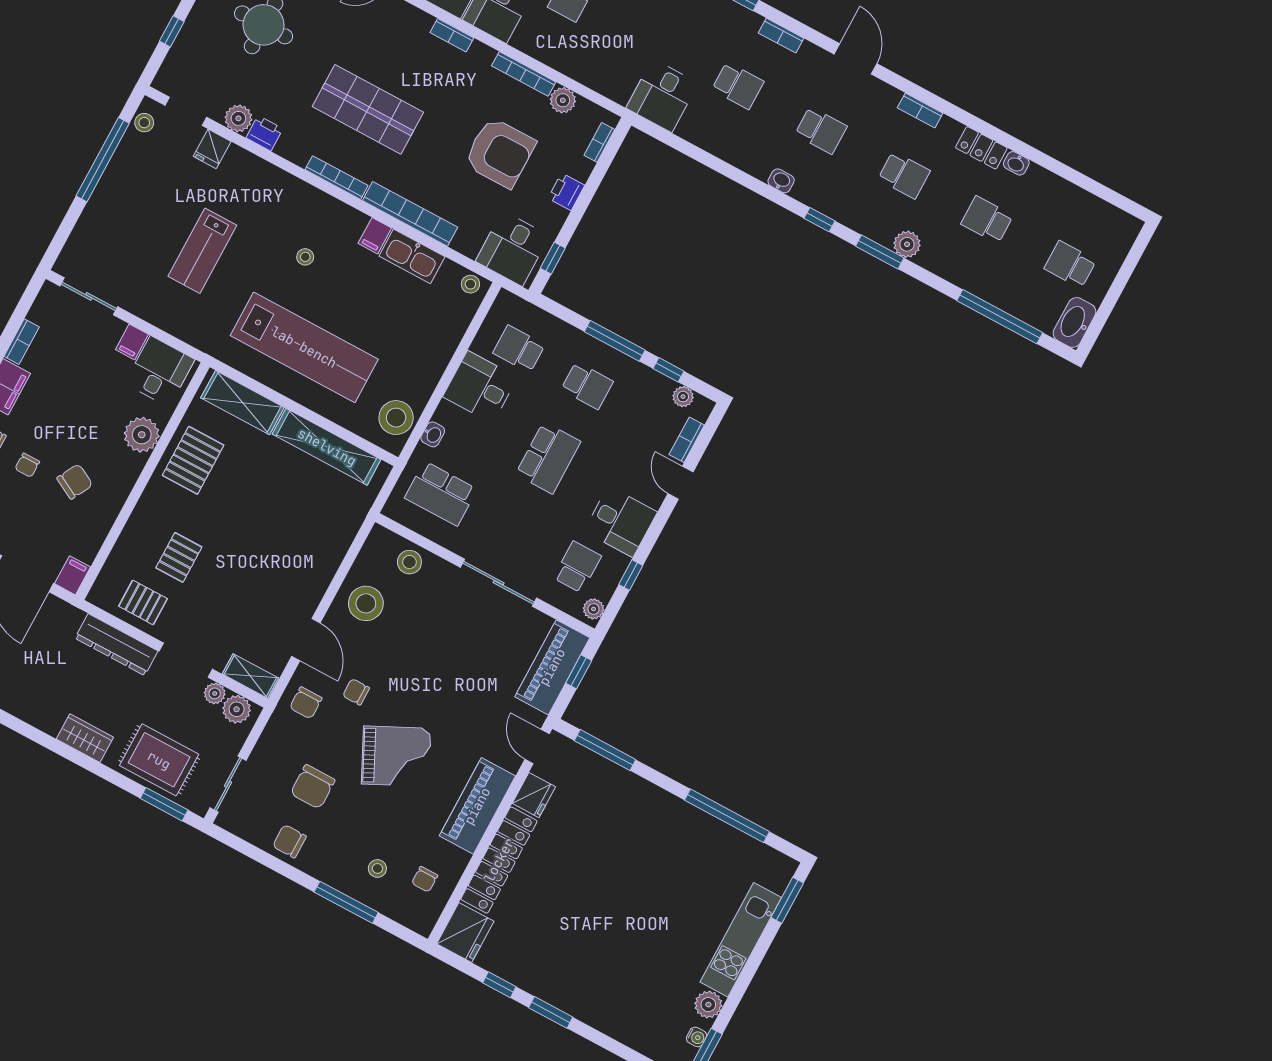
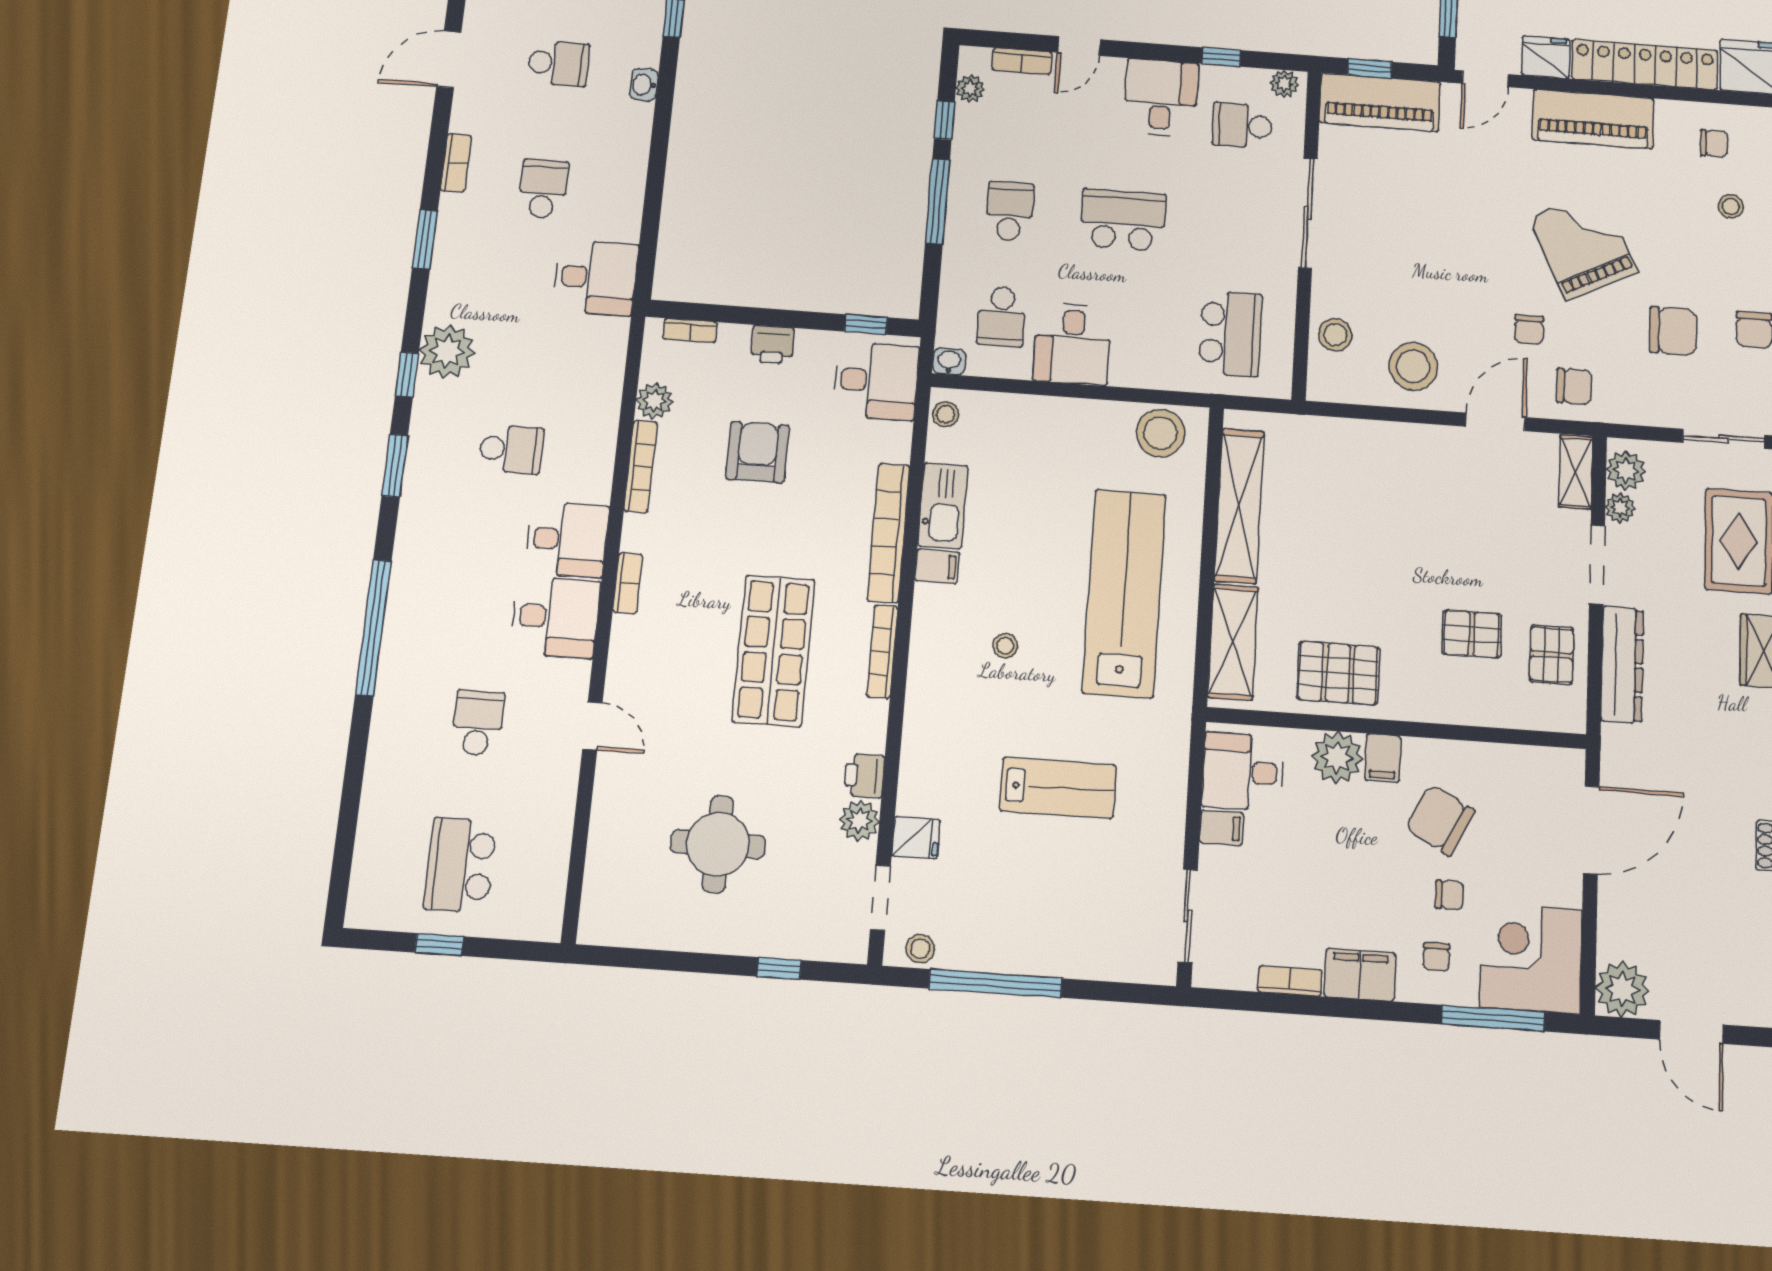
school desk: (821, 130) -> (559, 63), turned 90
armchair: (500, 153) -> (758, 452), width x0.73, depth x0.73
washbasin: (433, 434) -> (949, 361), moved
chair: (75, 481) -> (1440, 820), width x1.37, depth x1.37
filing cabinet: (73, 575) -> (1383, 758), moved, turned -90

